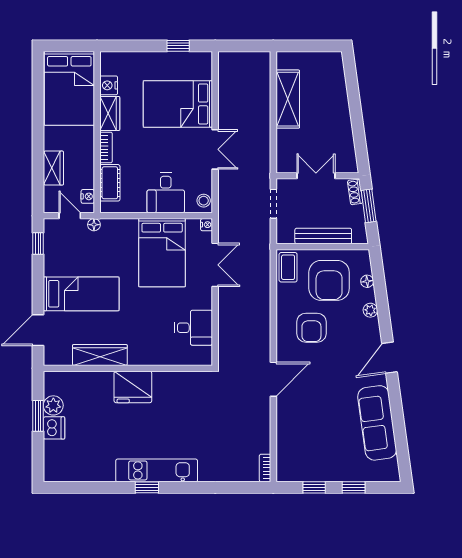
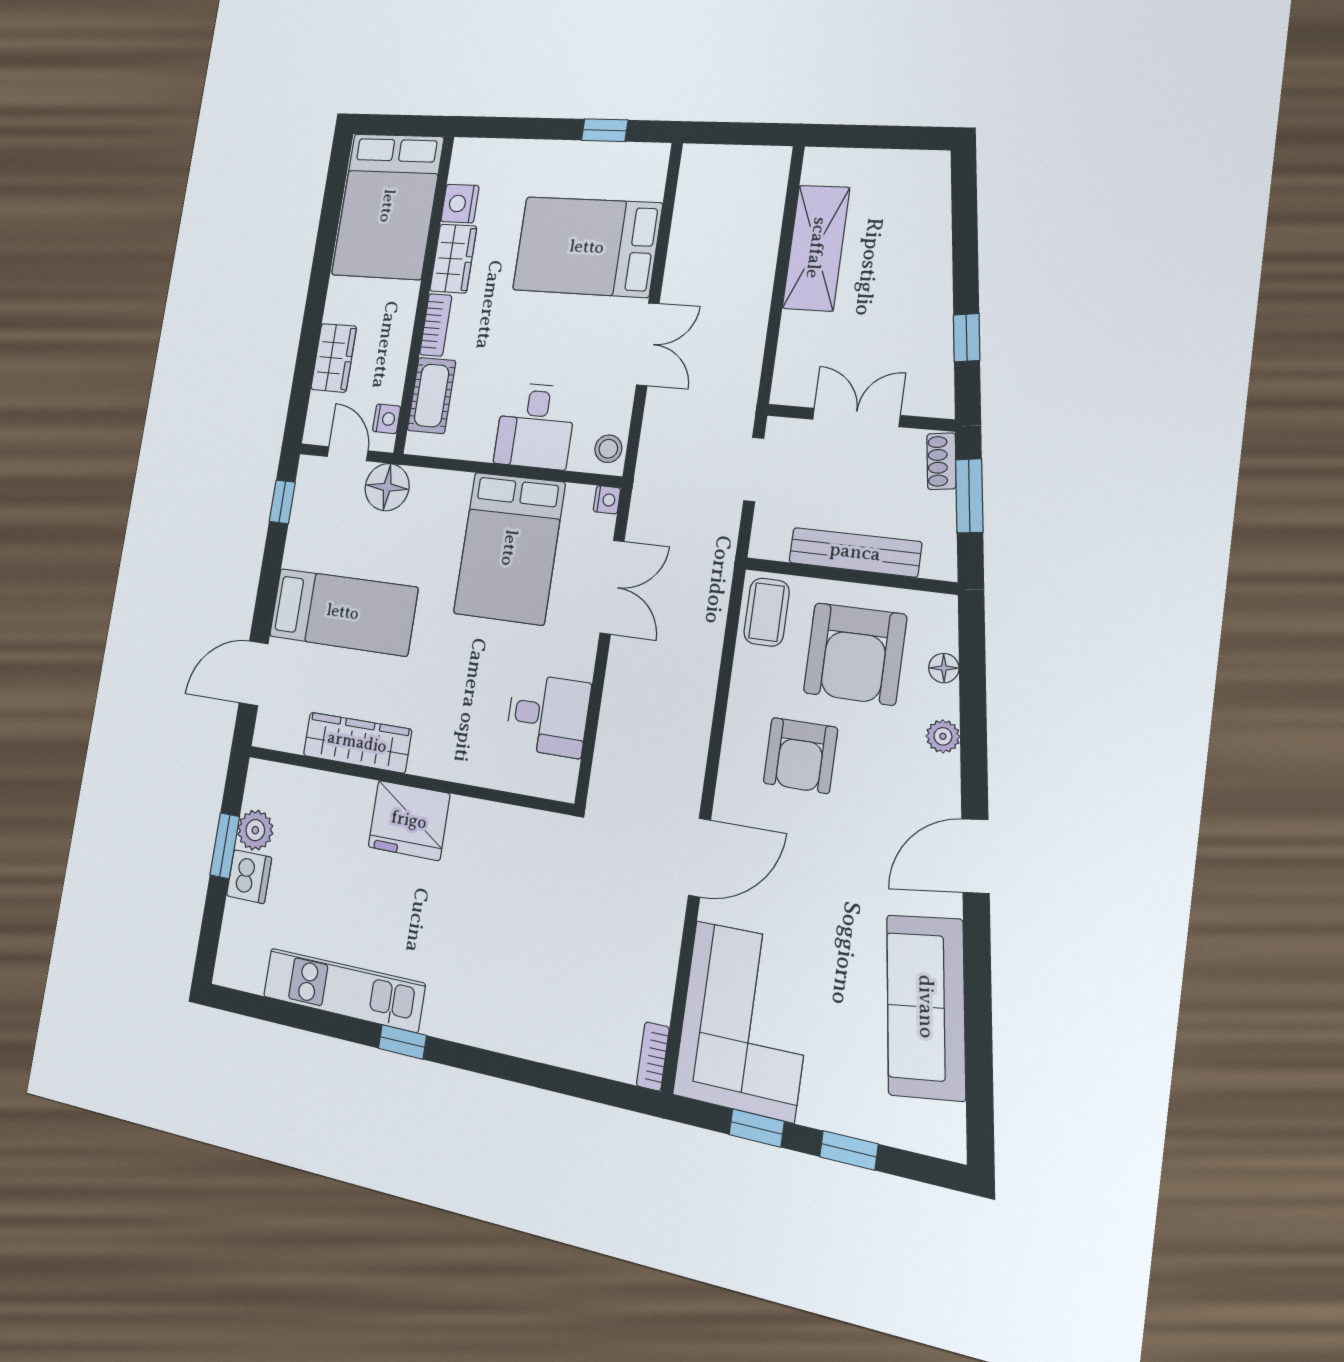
window: (359, 136) -> (967, 338), added
floor lamp: (94, 225) -> (387, 487), width x1.89, depth x1.89
corner sofa: (303, 444) -> (745, 1021), added
kitchen unit: (157, 470) -> (343, 990), moved

